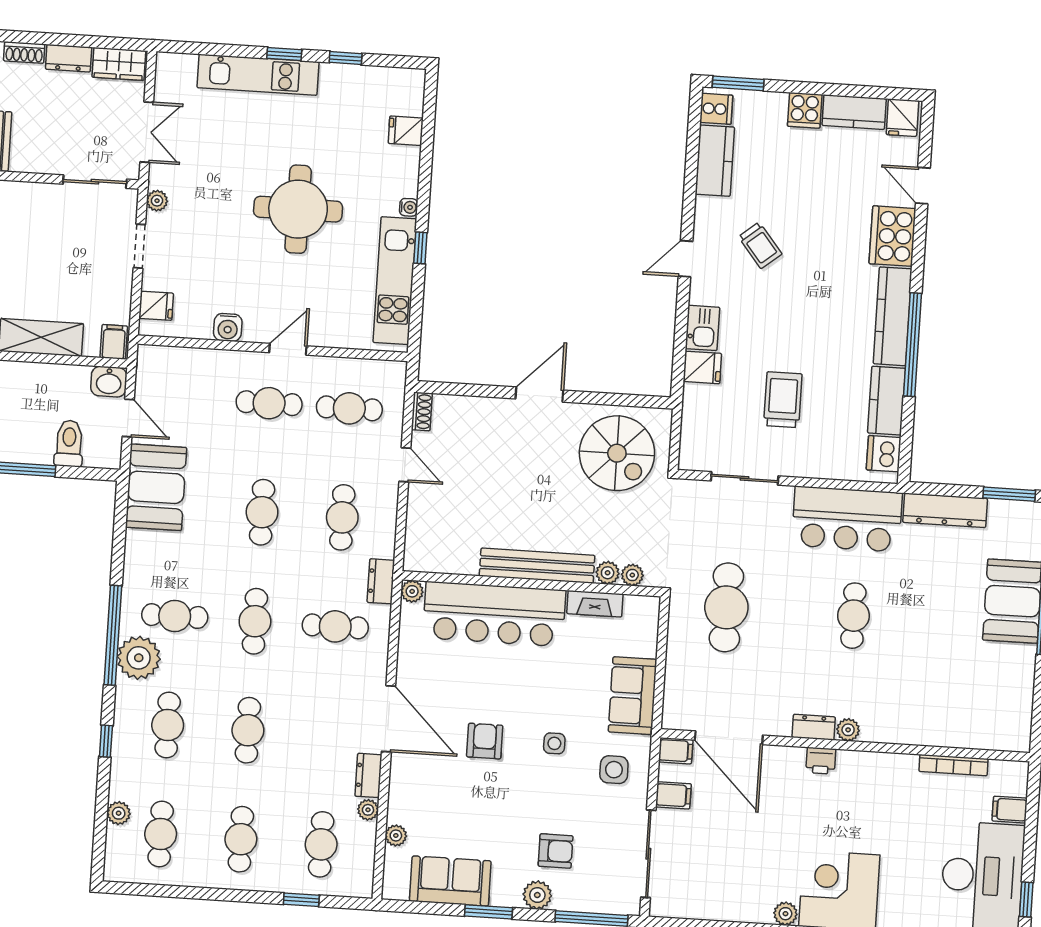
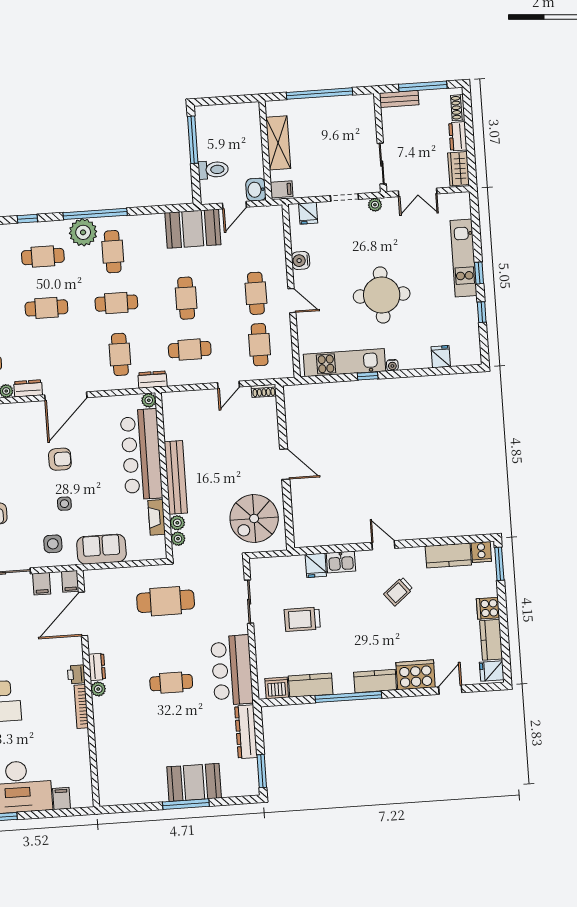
kitchen counter: (893, 316) -> (375, 681), width x0.67
trolley: (783, 400) -> (302, 619), turned 180
cafe table: (262, 512) -> (186, 298), turned 90
bookcase: (953, 765) -> (81, 706), moved

